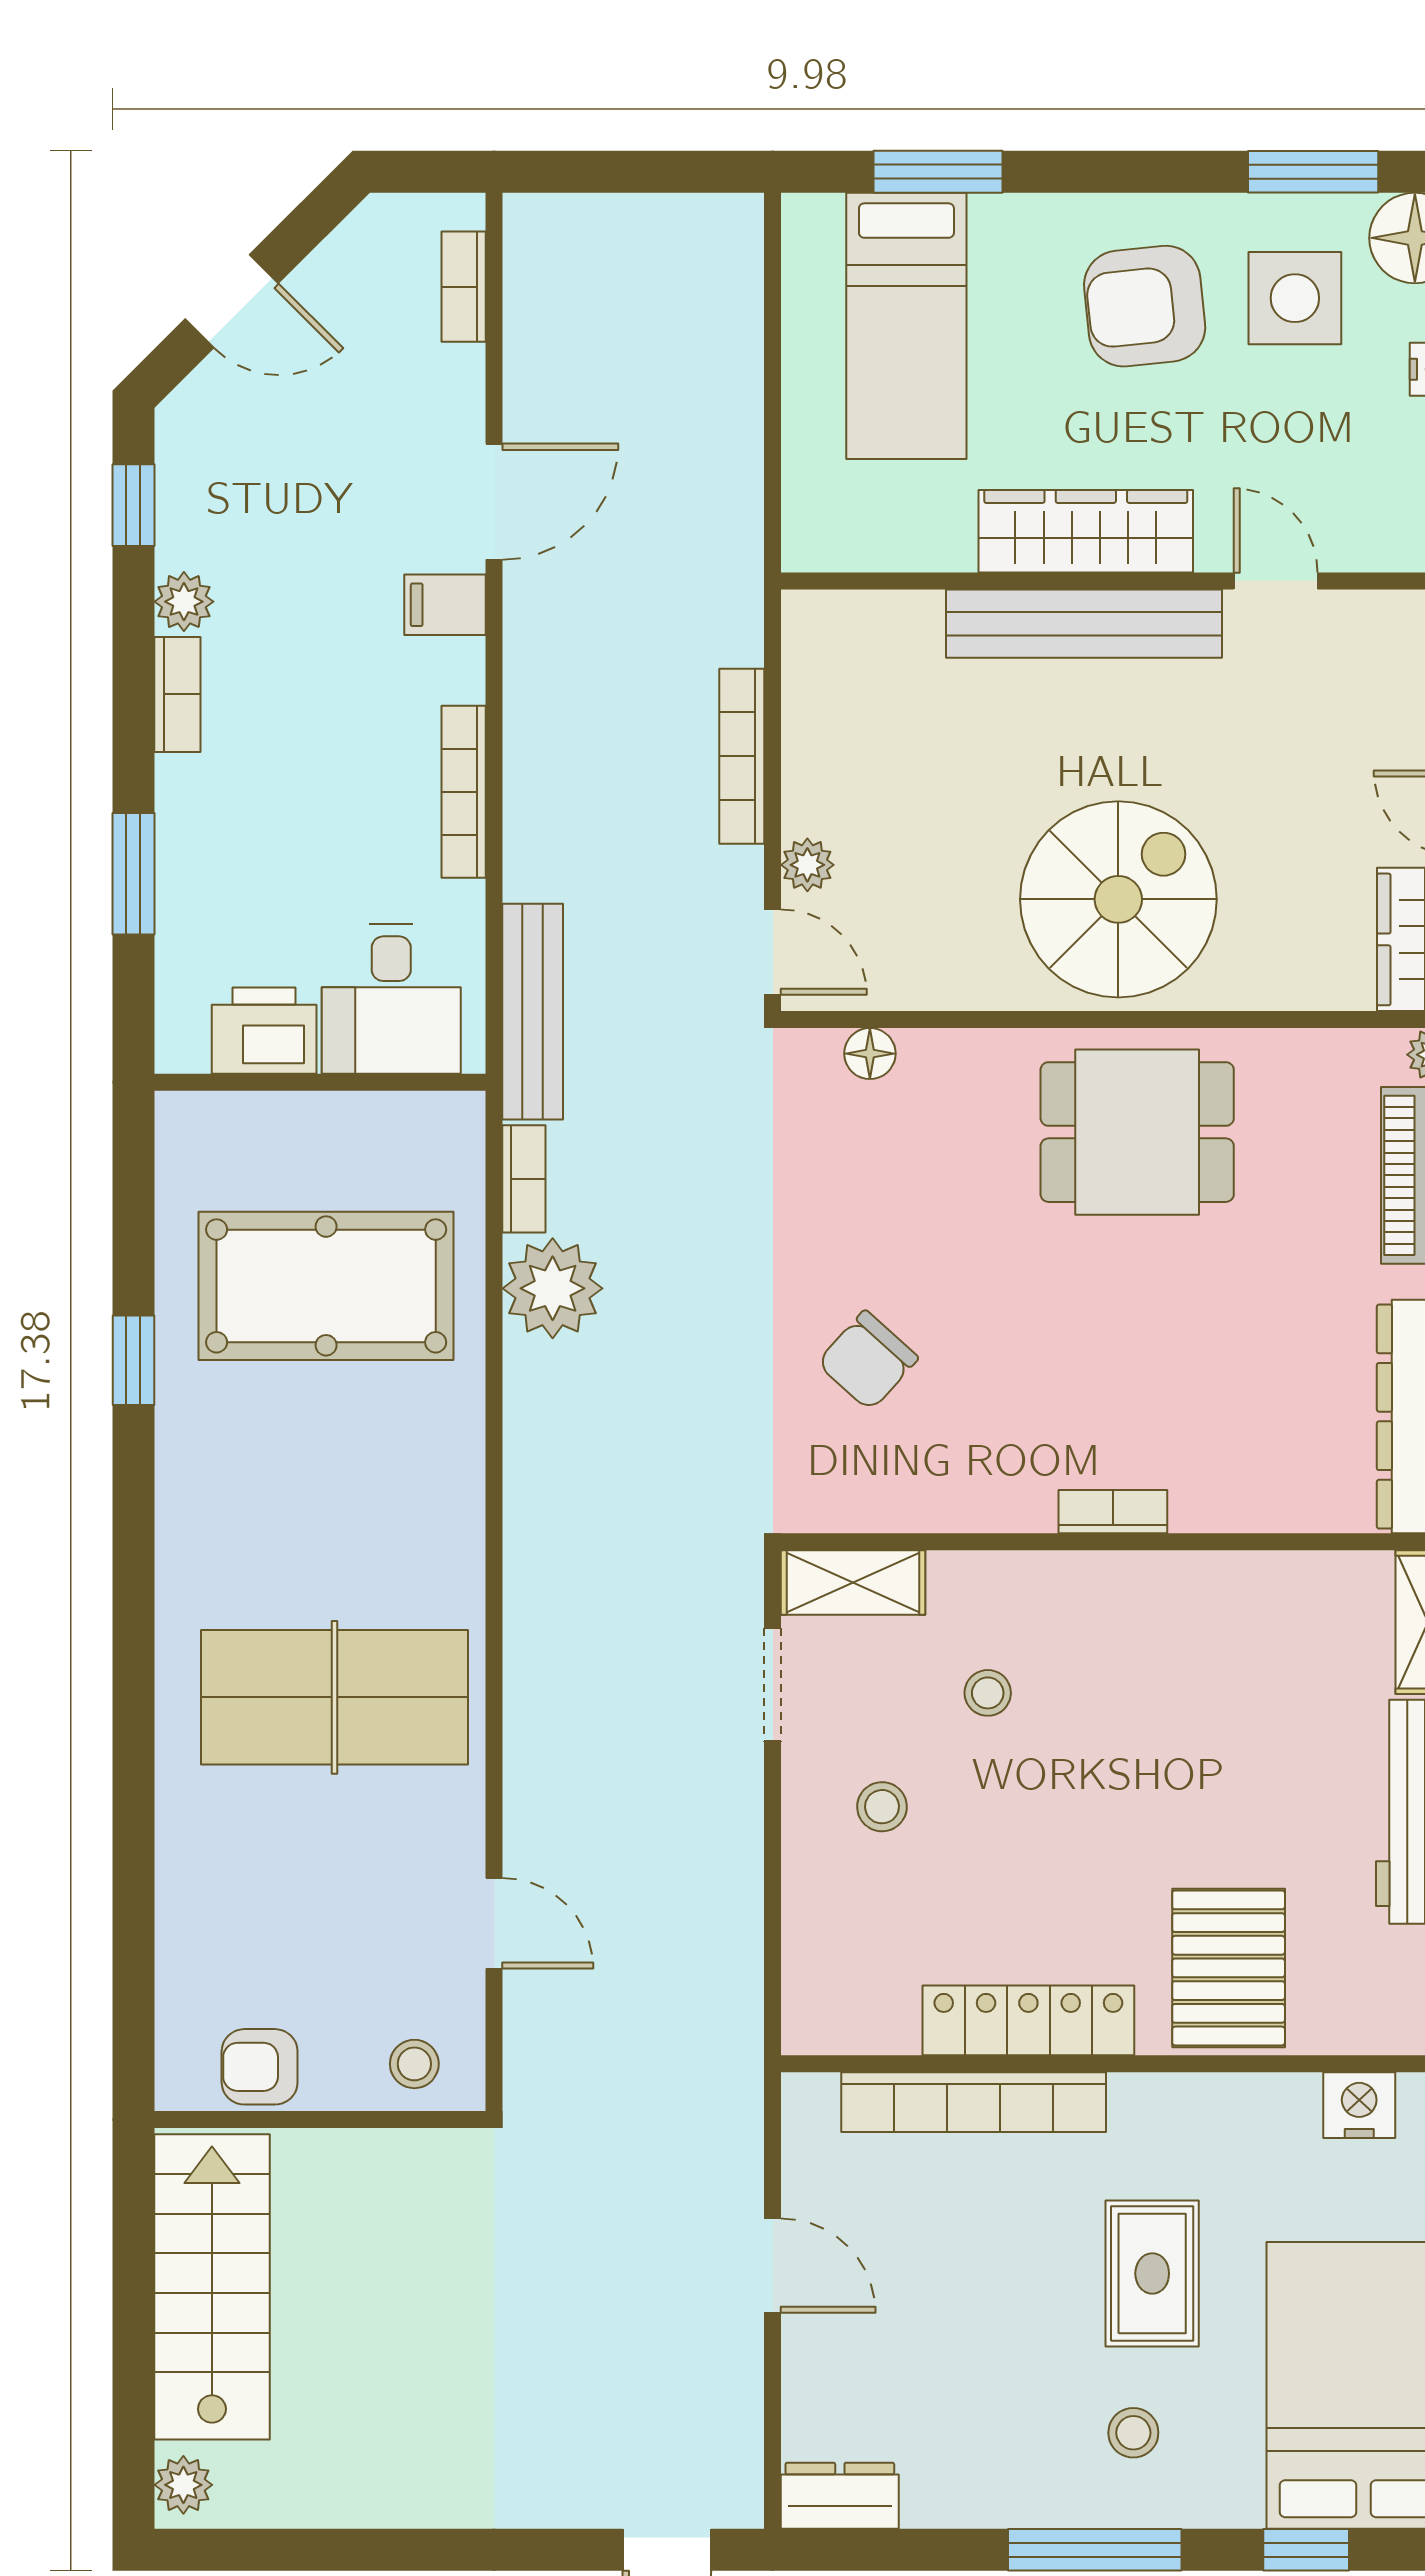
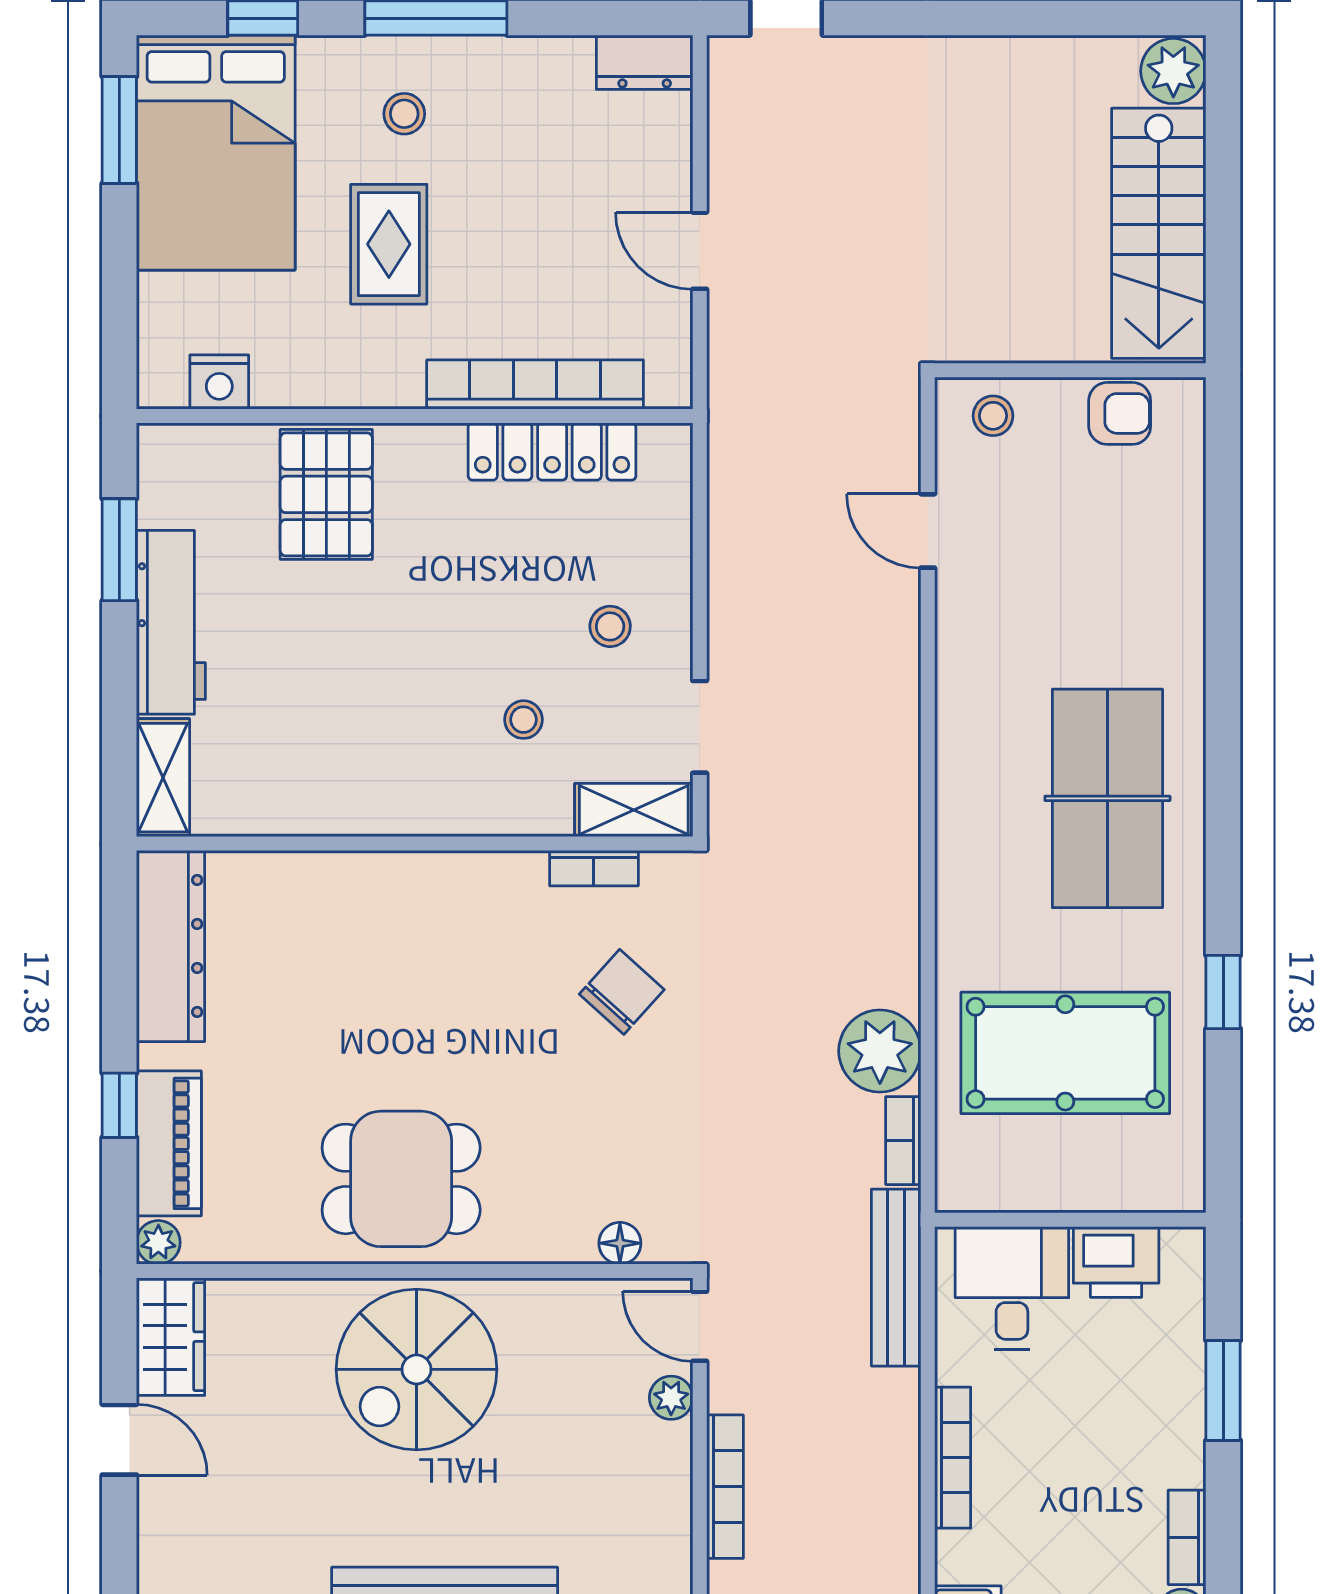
bookcase: (1113, 1512) -> (594, 868), moved
table tennis table: (334, 1697) -> (1107, 798), moved, turned 90
locker: (1028, 2020) -> (552, 451), moved
plant: (183, 2485) -> (1173, 71), width x1.38, depth x1.38

